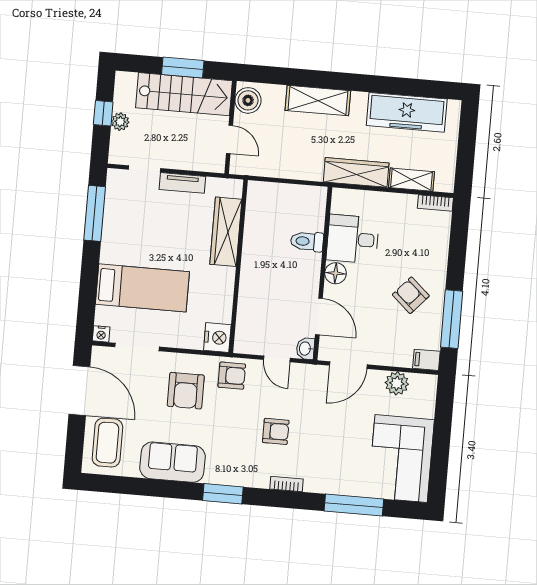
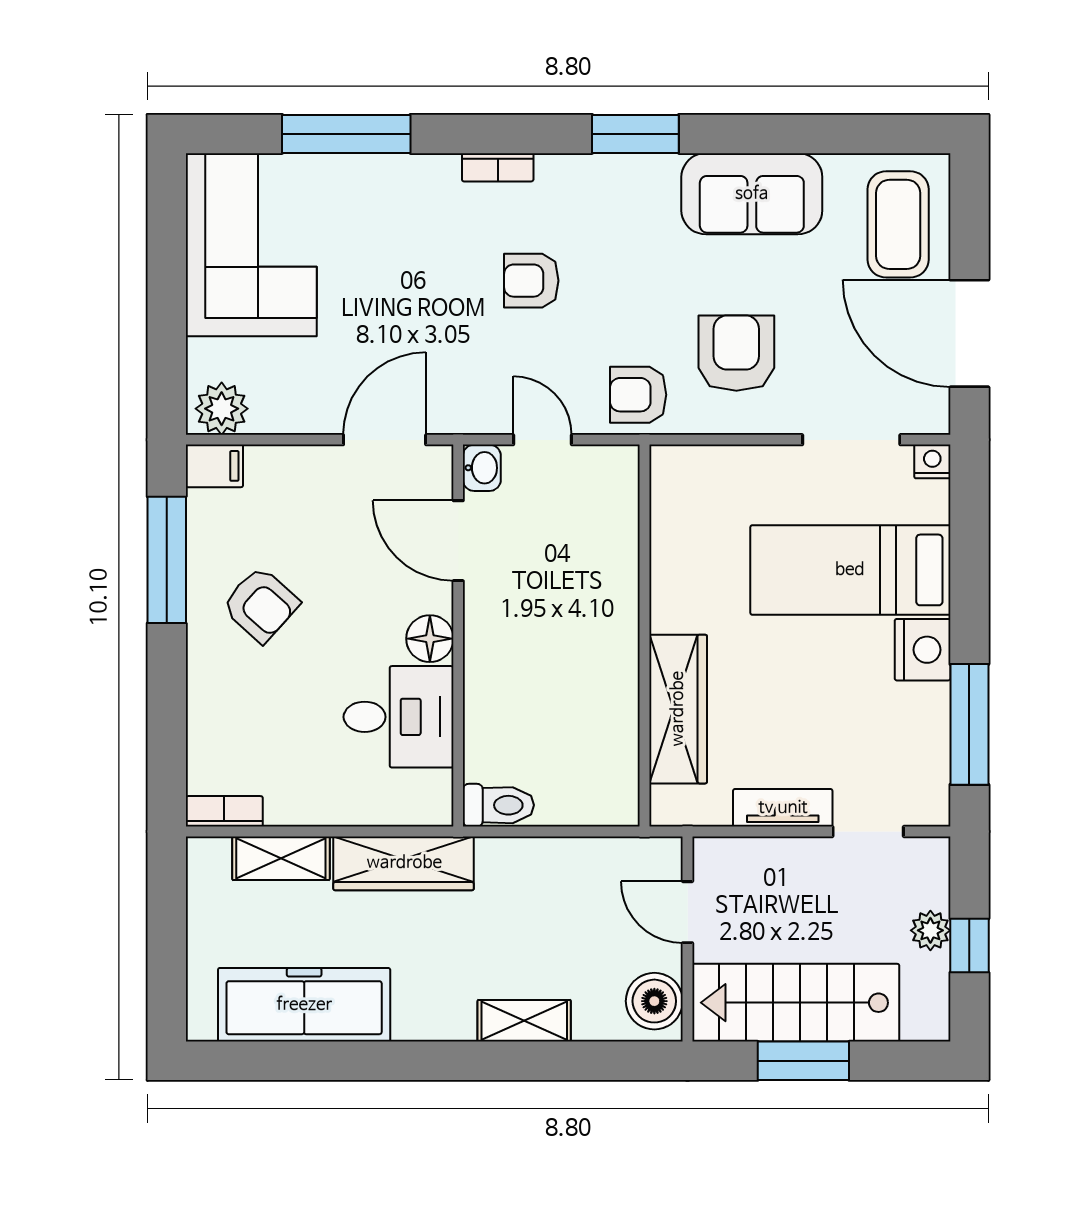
shelving: (318, 101) -> (524, 1021), width x0.67, depth x0.75
toilet: (307, 241) -> (498, 805), moved
nightstand: (217, 338) -> (923, 650), moved, turned 180
plant: (397, 383) -> (222, 409), moved

